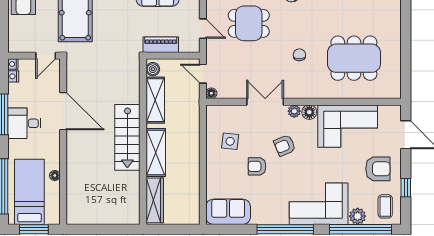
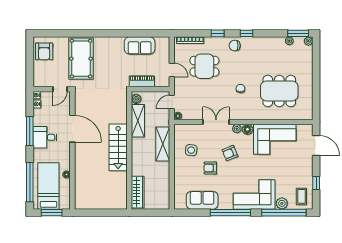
door: (203, 74) -> (172, 102), hinge flipped
shelving: (156, 153) -> (163, 144), moved
armchair: (378, 169) -> (296, 170), removed
sofa: (228, 212) -> (202, 200), moved

